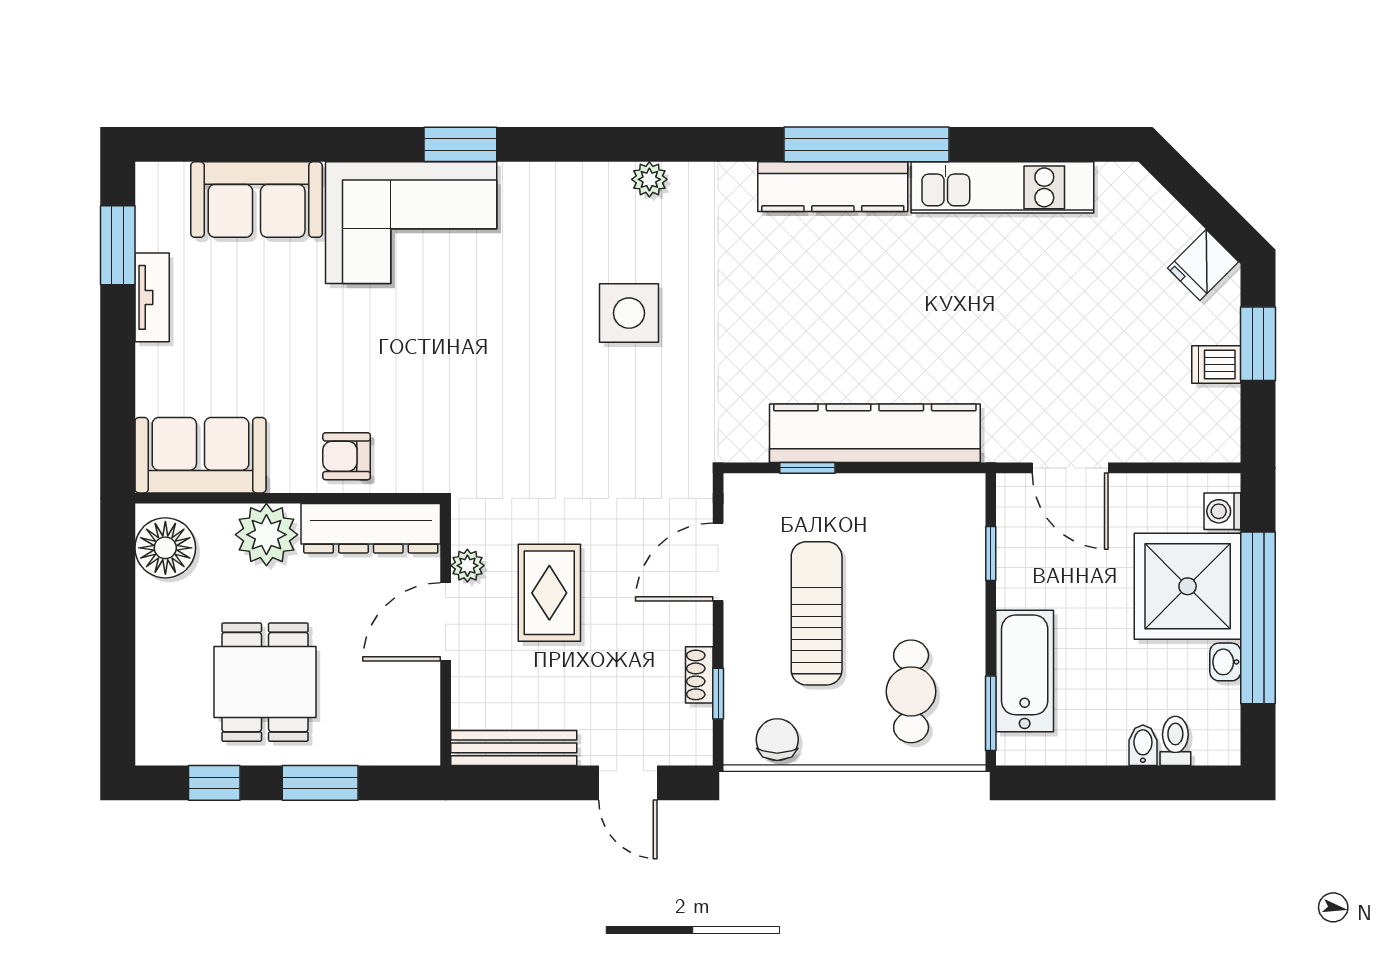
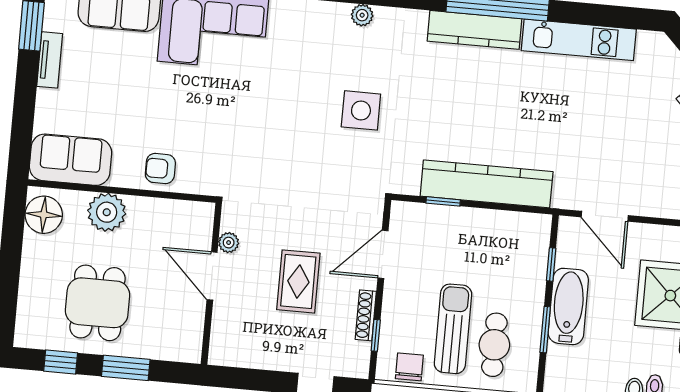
side table: (629, 313) -> (361, 110), moved
dresser: (371, 528) -> (171, 214), removed
rug: (549, 593) -> (298, 281), moved
sun lounger: (817, 613) -> (453, 329), moved
door: (446, 622) -> (212, 276), hinge flipped
bathtub: (1025, 671) -> (568, 306), moved
shoe rack: (699, 675) -> (366, 315), width x1.43
window: (991, 713) -> (545, 330), moved
bench: (514, 748) -> (247, 357), removed

